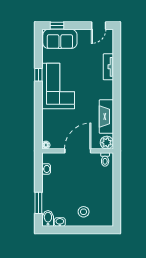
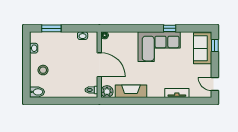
bidet: (48, 218) -> (37, 92), moved

